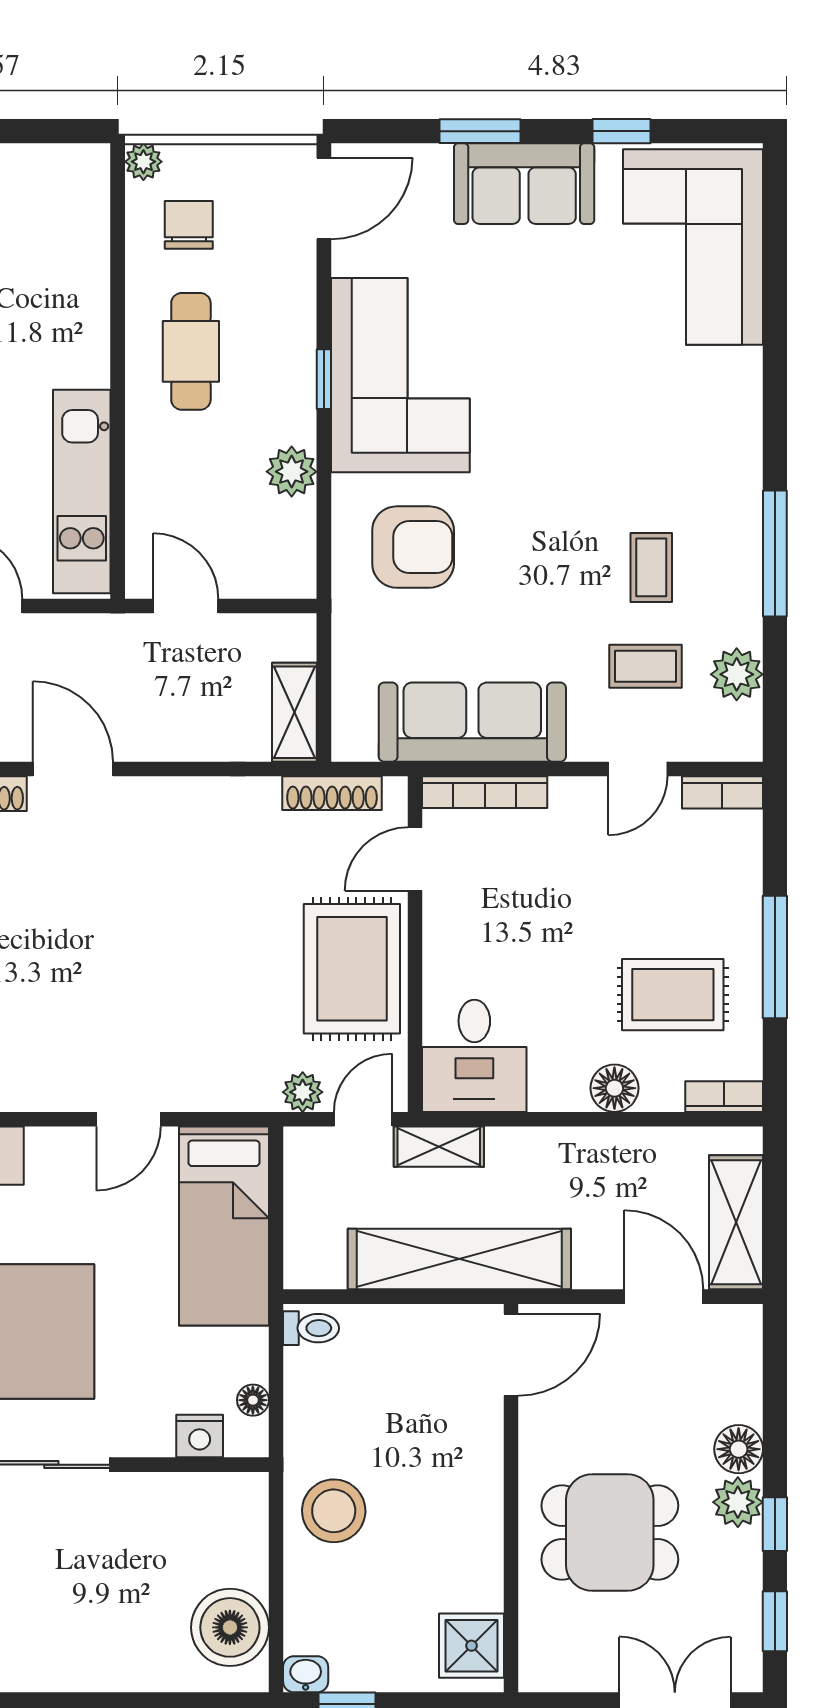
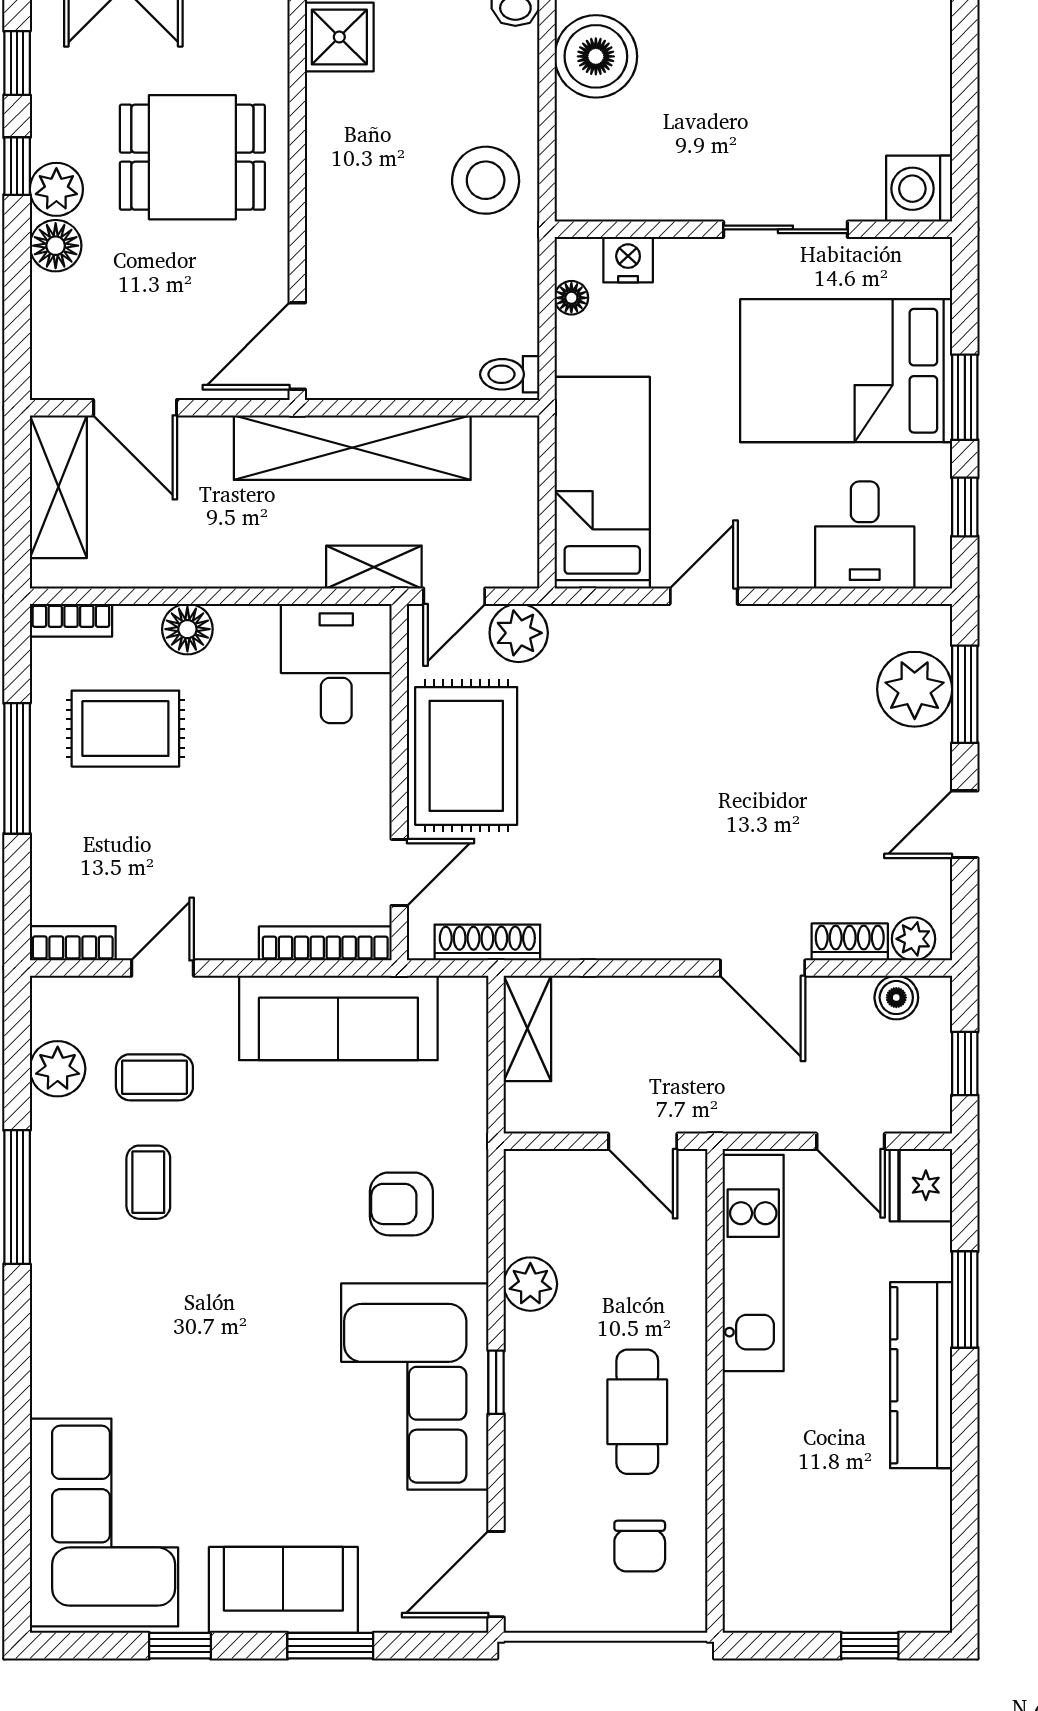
plant: (143, 162) -> (688, 1613), removed
armchair: (413, 547) -> (401, 1204), width x0.72, depth x0.72
plant: (303, 1092) -> (519, 633), width x1.38, depth x1.38

